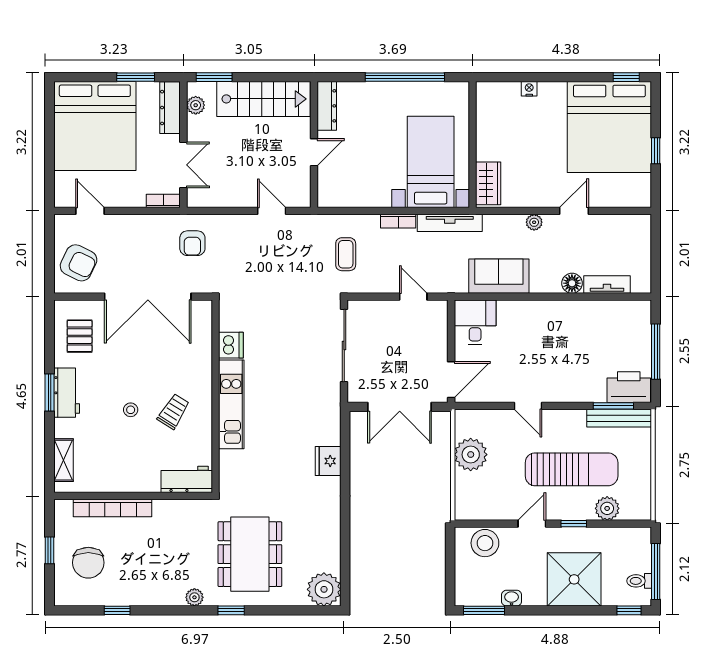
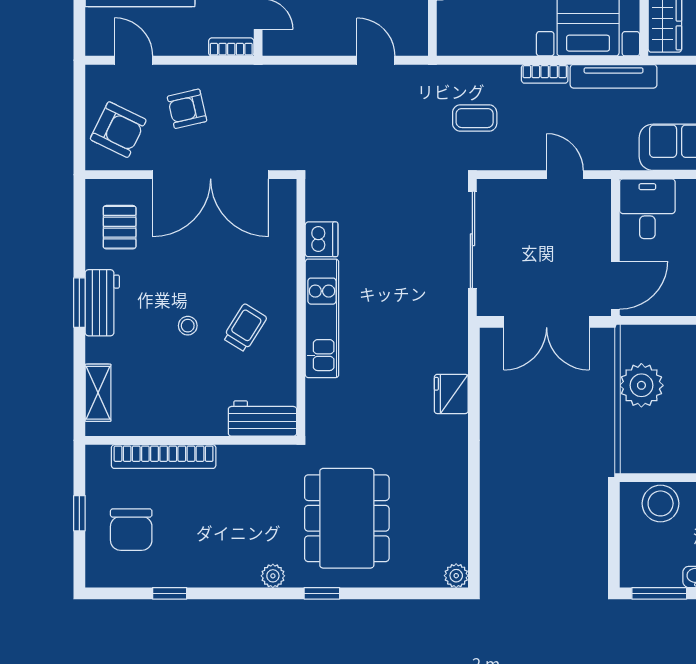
armchair: (192, 243) -> (187, 109), moved, turned 77
coffee table: (346, 254) -> (475, 118), turned 90
plant: (324, 589) -> (456, 576), width x0.53, depth x0.53

